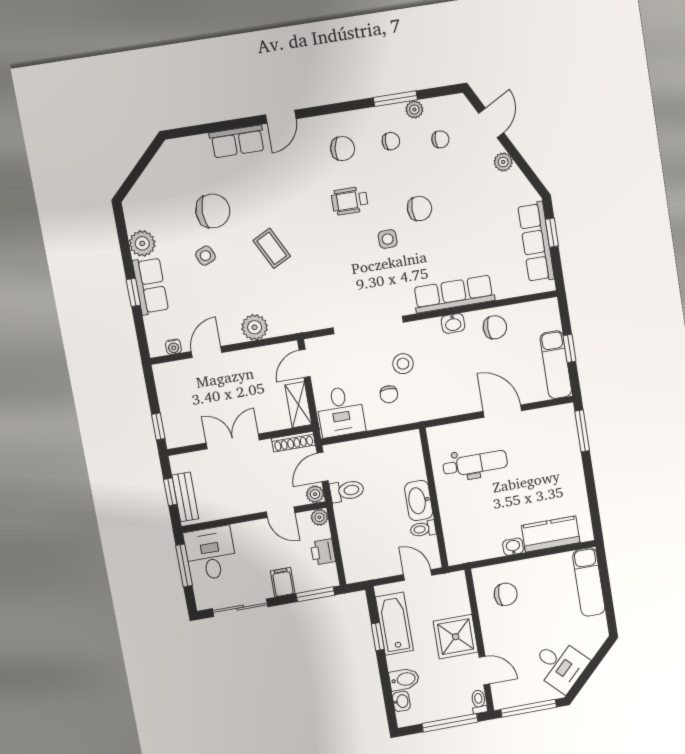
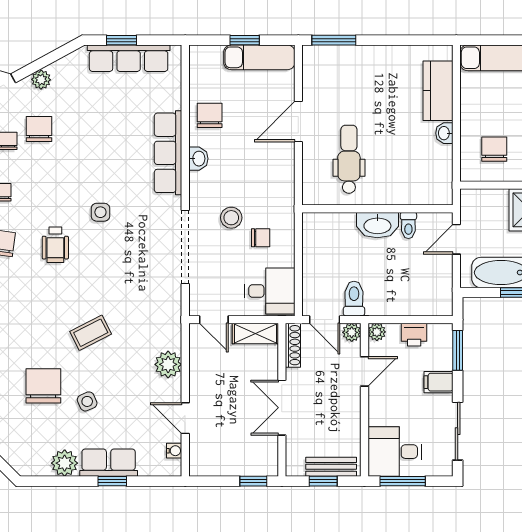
chair: (419, 208) -> (39, 129), moved

